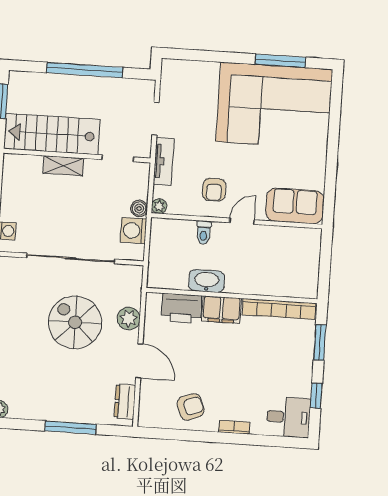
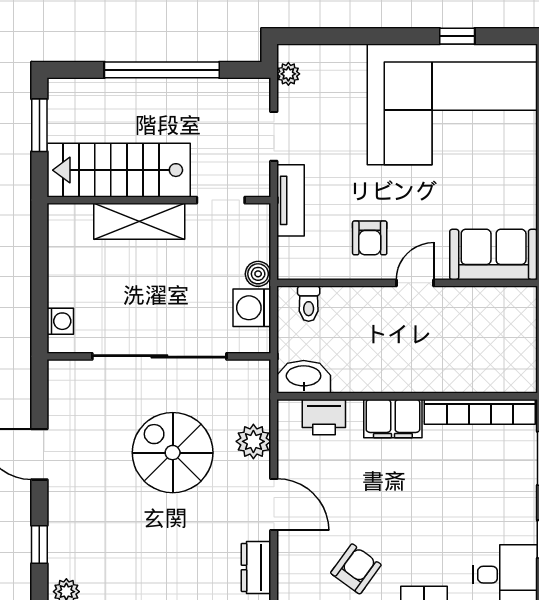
window: (280, 61) -> (457, 36), width x0.46
shelving: (63, 166) -> (139, 221), width x1.50, depth x1.33
plant: (159, 206) -> (288, 74), moved
toilet: (204, 232) -> (309, 304), moved
washbasin: (207, 281) -> (304, 377), moved
printer: (181, 308) -> (324, 417), width x0.73, depth x0.84
armchair: (191, 407) -> (356, 569), turned -33

